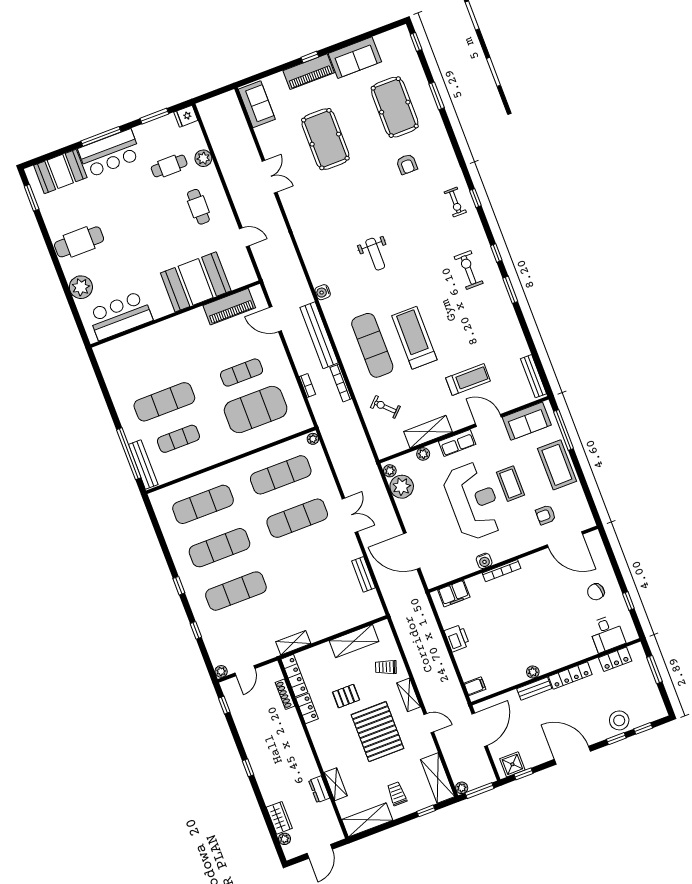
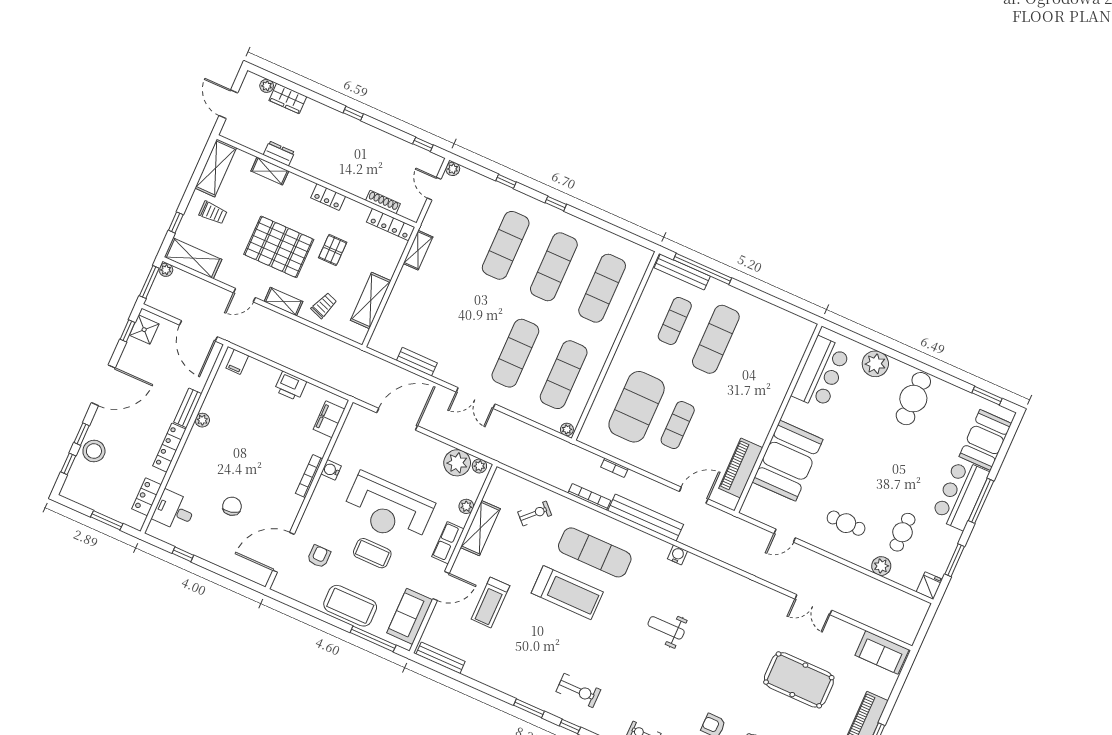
chair: (596, 592) -> (232, 506), moved
locker: (307, 708) -> (328, 197), moved

